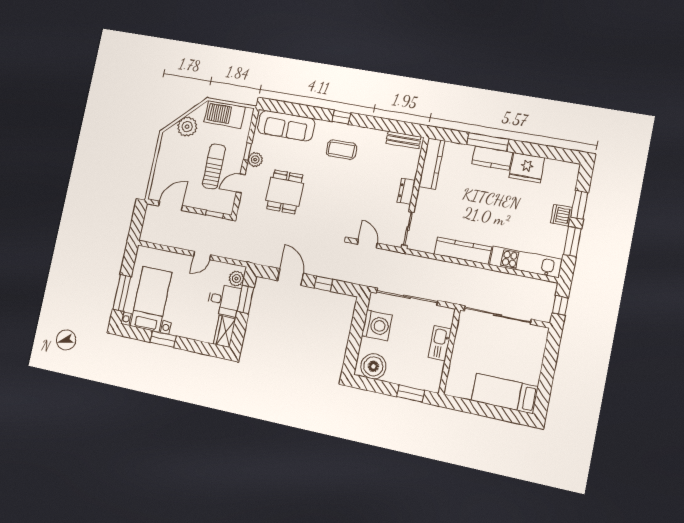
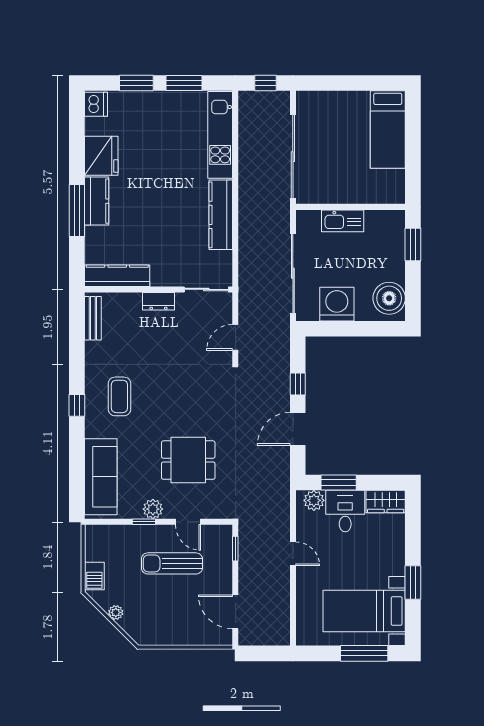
barbecue: (225, 114) -> (94, 576), width x0.53, depth x0.65
plant: (187, 127) -> (116, 612), width x0.53, depth x0.53
dishwasher: (562, 215) -> (96, 104), moved, turned -90

